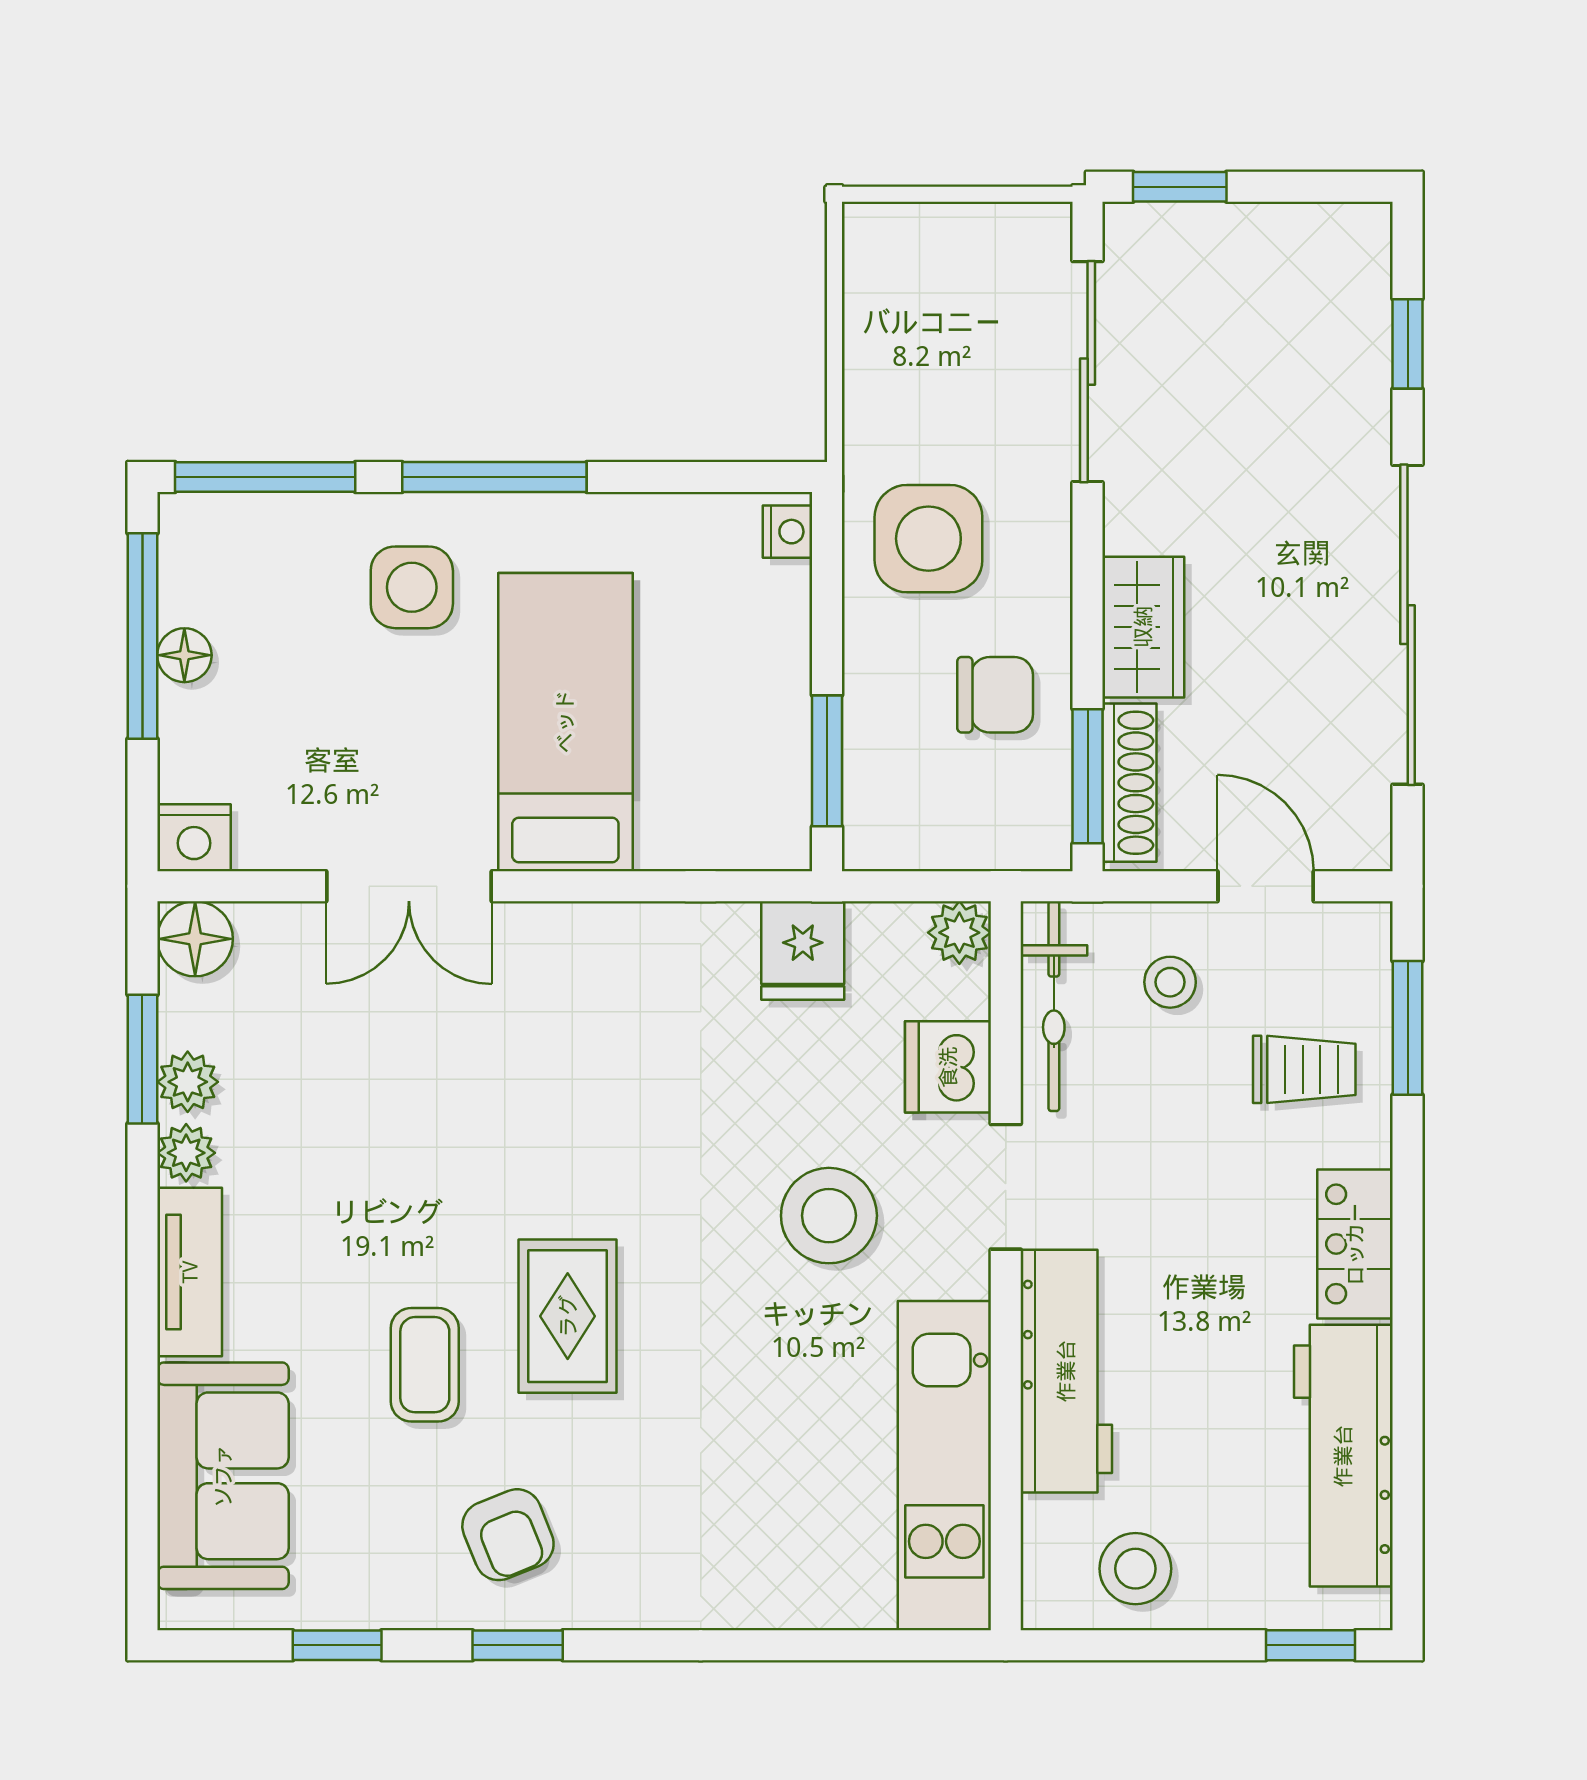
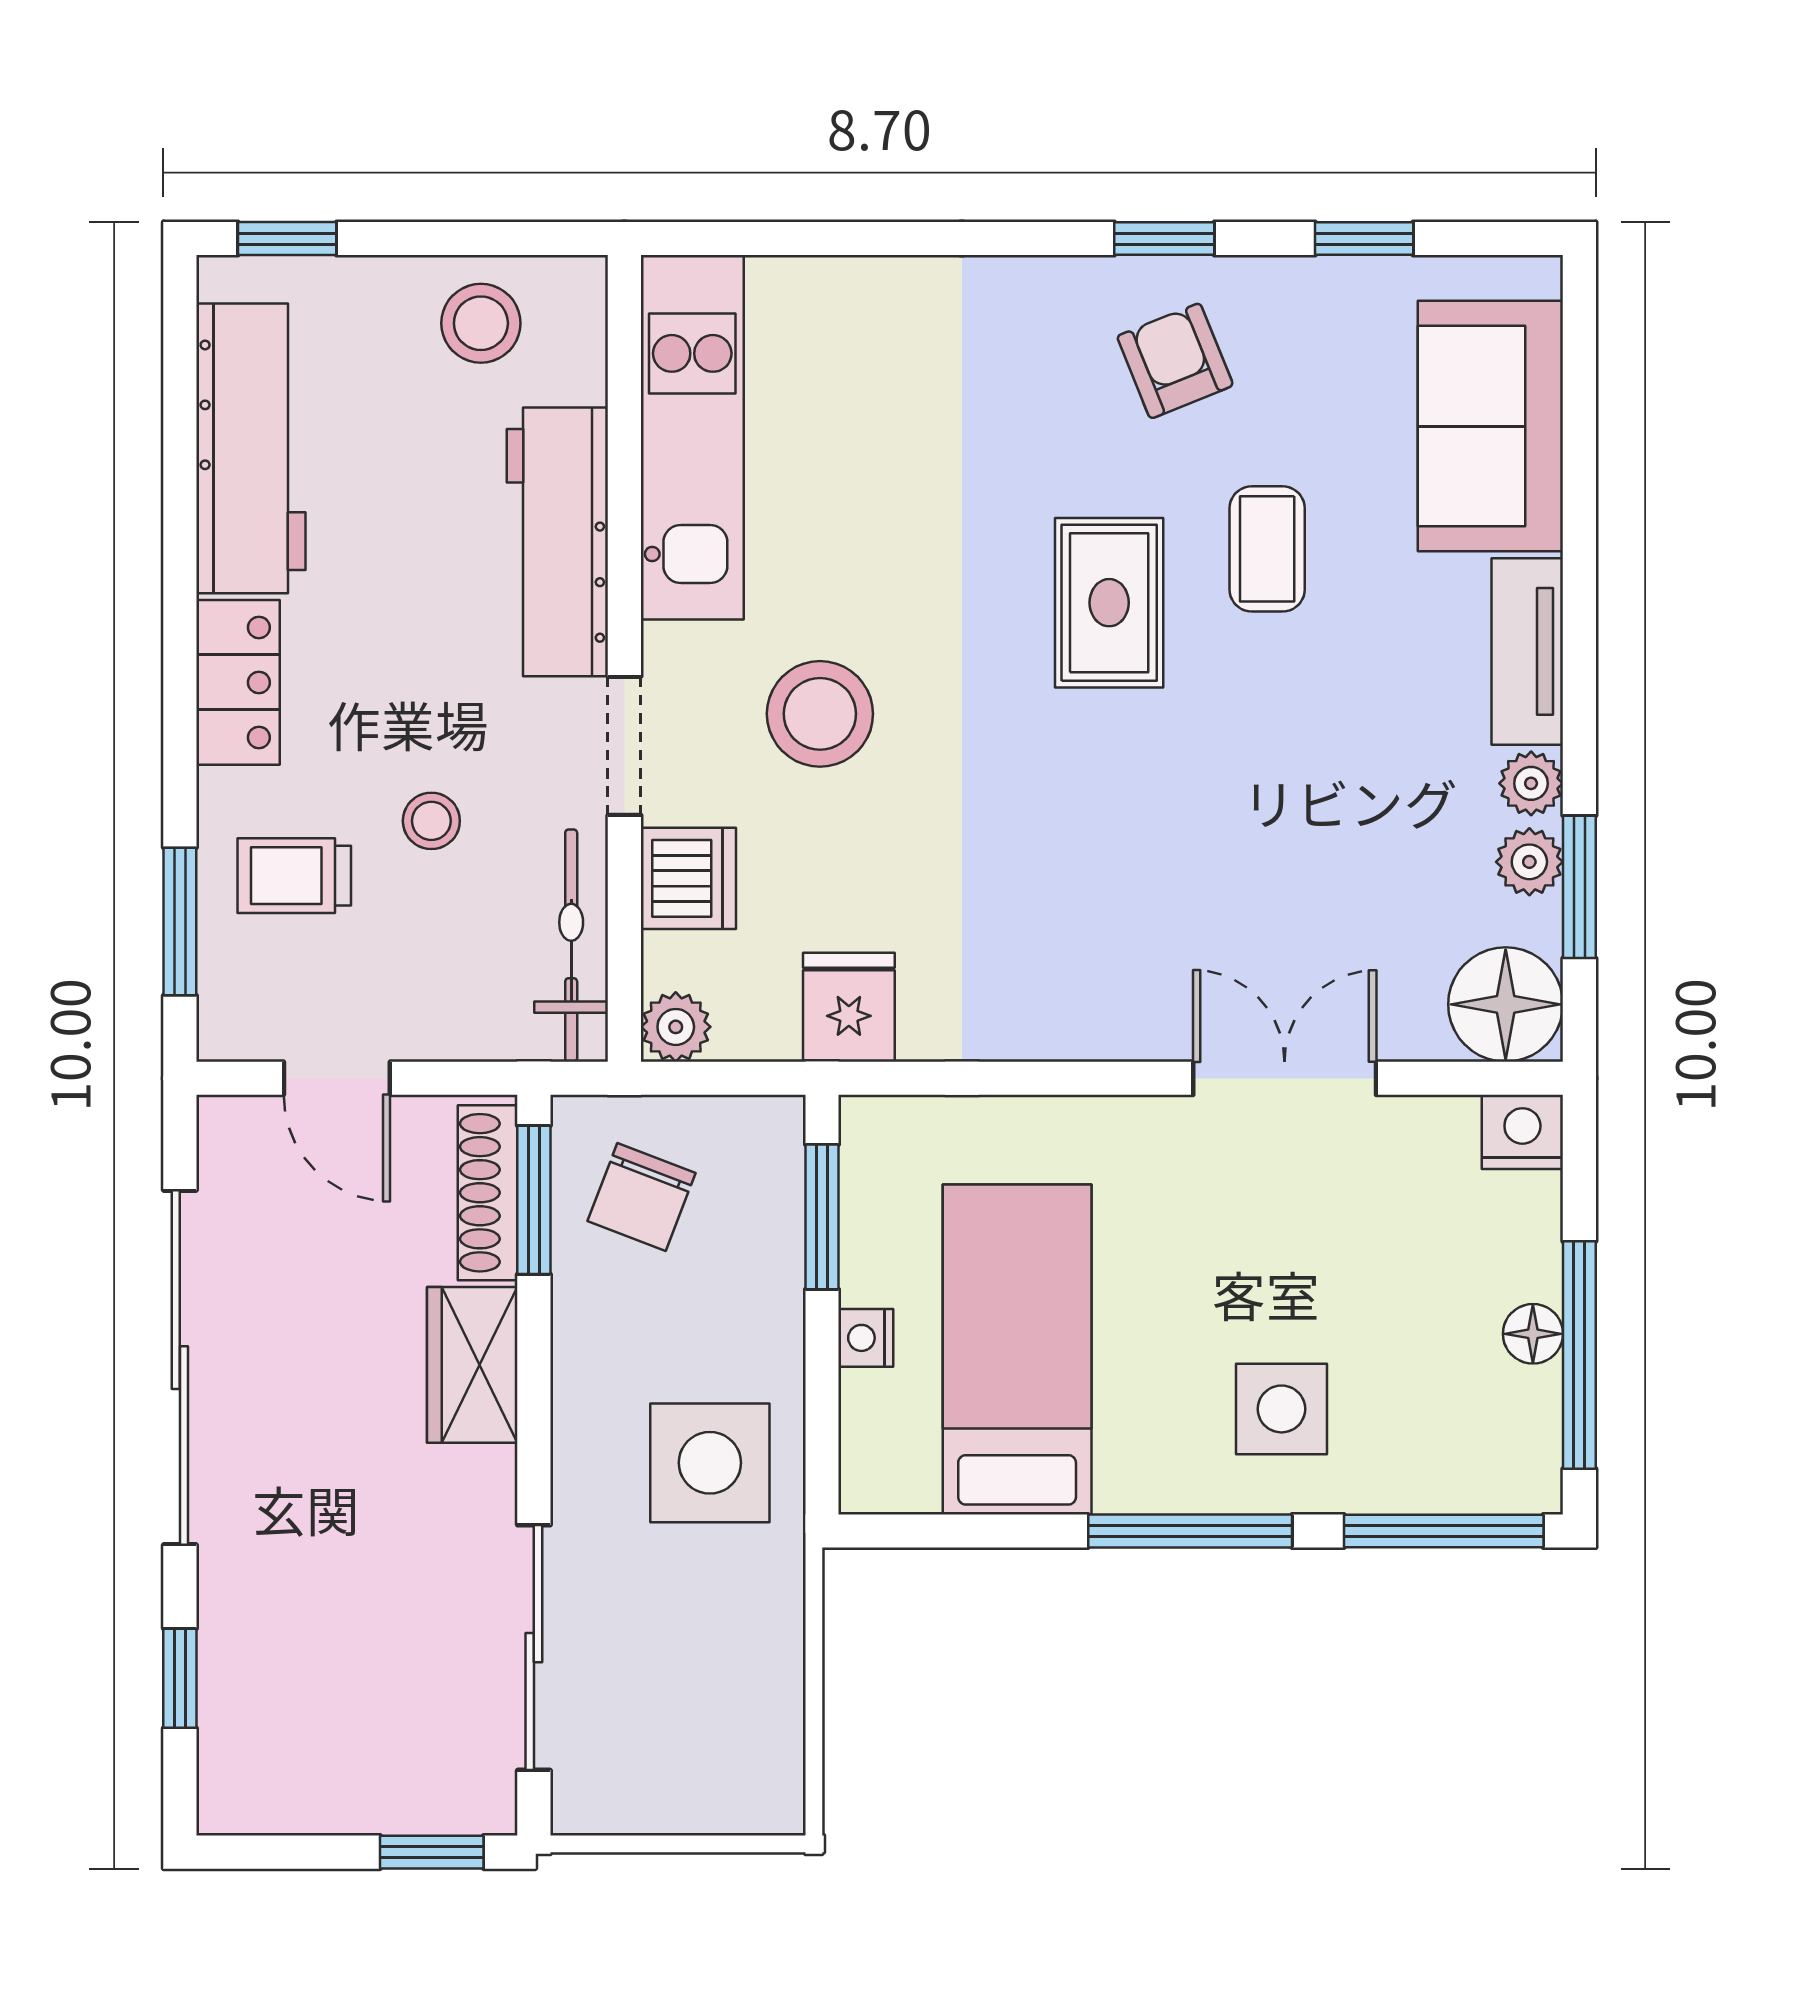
nightstand: (787, 532) -> (866, 1338), moved
chair: (995, 695) -> (642, 1197), moved, turned -69
bed: (565, 722) -> (1017, 1349), moved, turned 180
floor lamp: (195, 939) -> (1506, 1004), width x1.38, depth x1.38
stool: (1170, 982) -> (431, 821), moved

